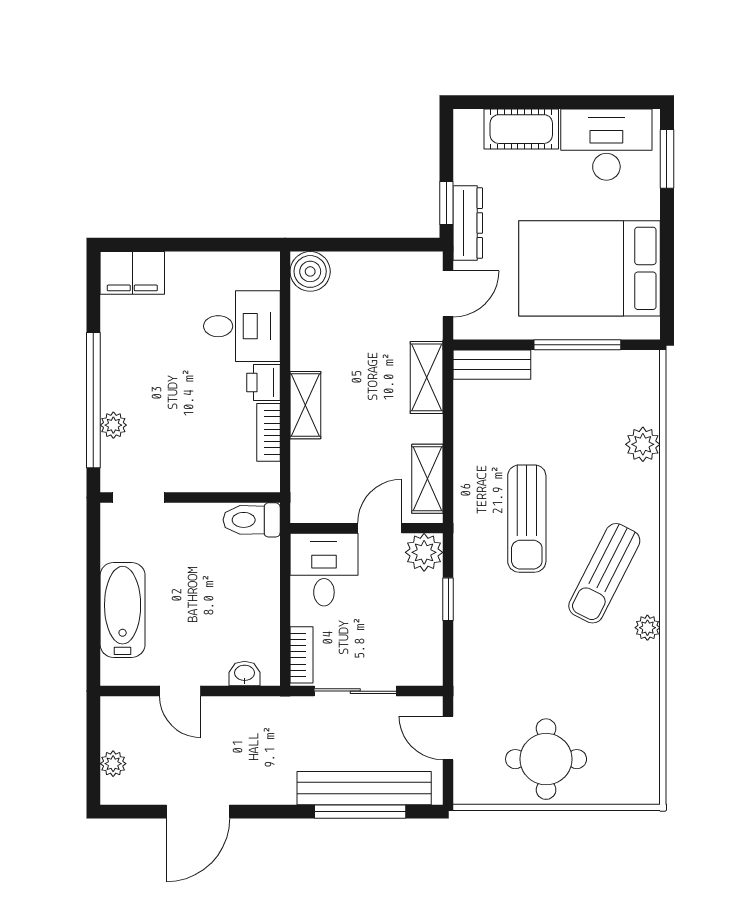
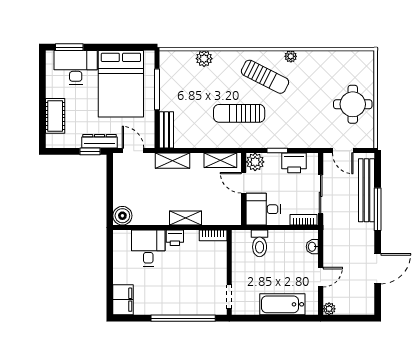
desk: (606, 145) -> (76, 67), moved, turned 90
plant: (113, 425) -> (195, 309), removed
bookcase: (268, 432) -> (213, 235), moved
sun lounger: (527, 519) -> (239, 113), turned 180
toilet: (252, 520) -> (260, 243), moved
printer: (422, 635) -> (294, 163), added
door: (448, 738) -> (343, 151), hinge flipped
plant: (113, 764) -> (329, 309), moved
door: (198, 812) -> (378, 269), hinge flipped
window: (360, 812) -> (378, 209), moved

